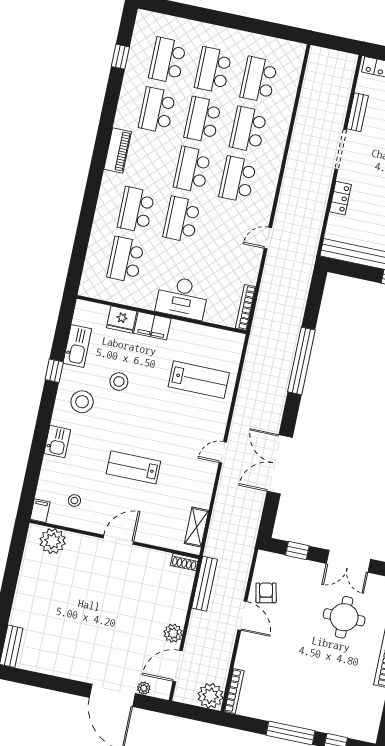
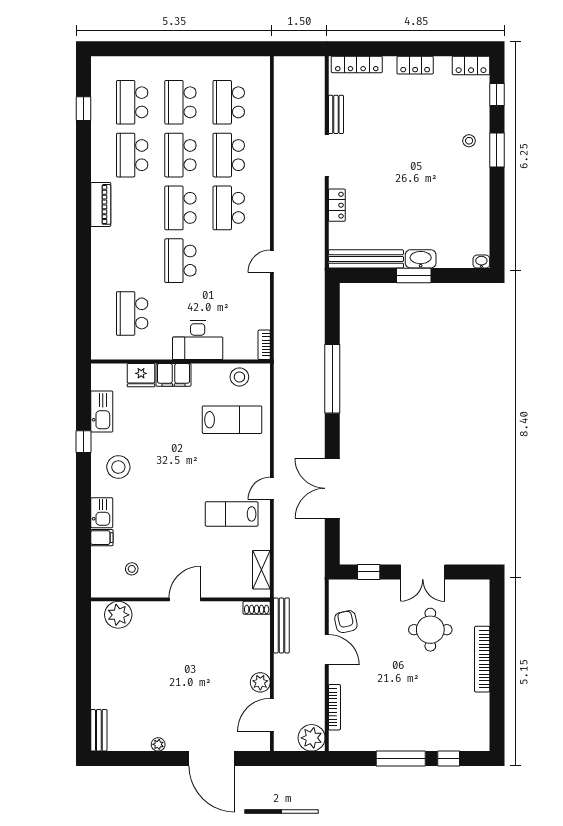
school desk: (136, 210) -> (132, 261), removed
bookcase: (246, 308) -> (264, 345), width x0.64
stool: (119, 381) -> (239, 377), moved
lab bench: (133, 467) -> (232, 514), moved
filing cabinet: (40, 511) -> (102, 538), moved, turned 90
plant: (144, 688) -> (158, 744), moved
bookcase: (234, 691) -> (334, 707), moved

